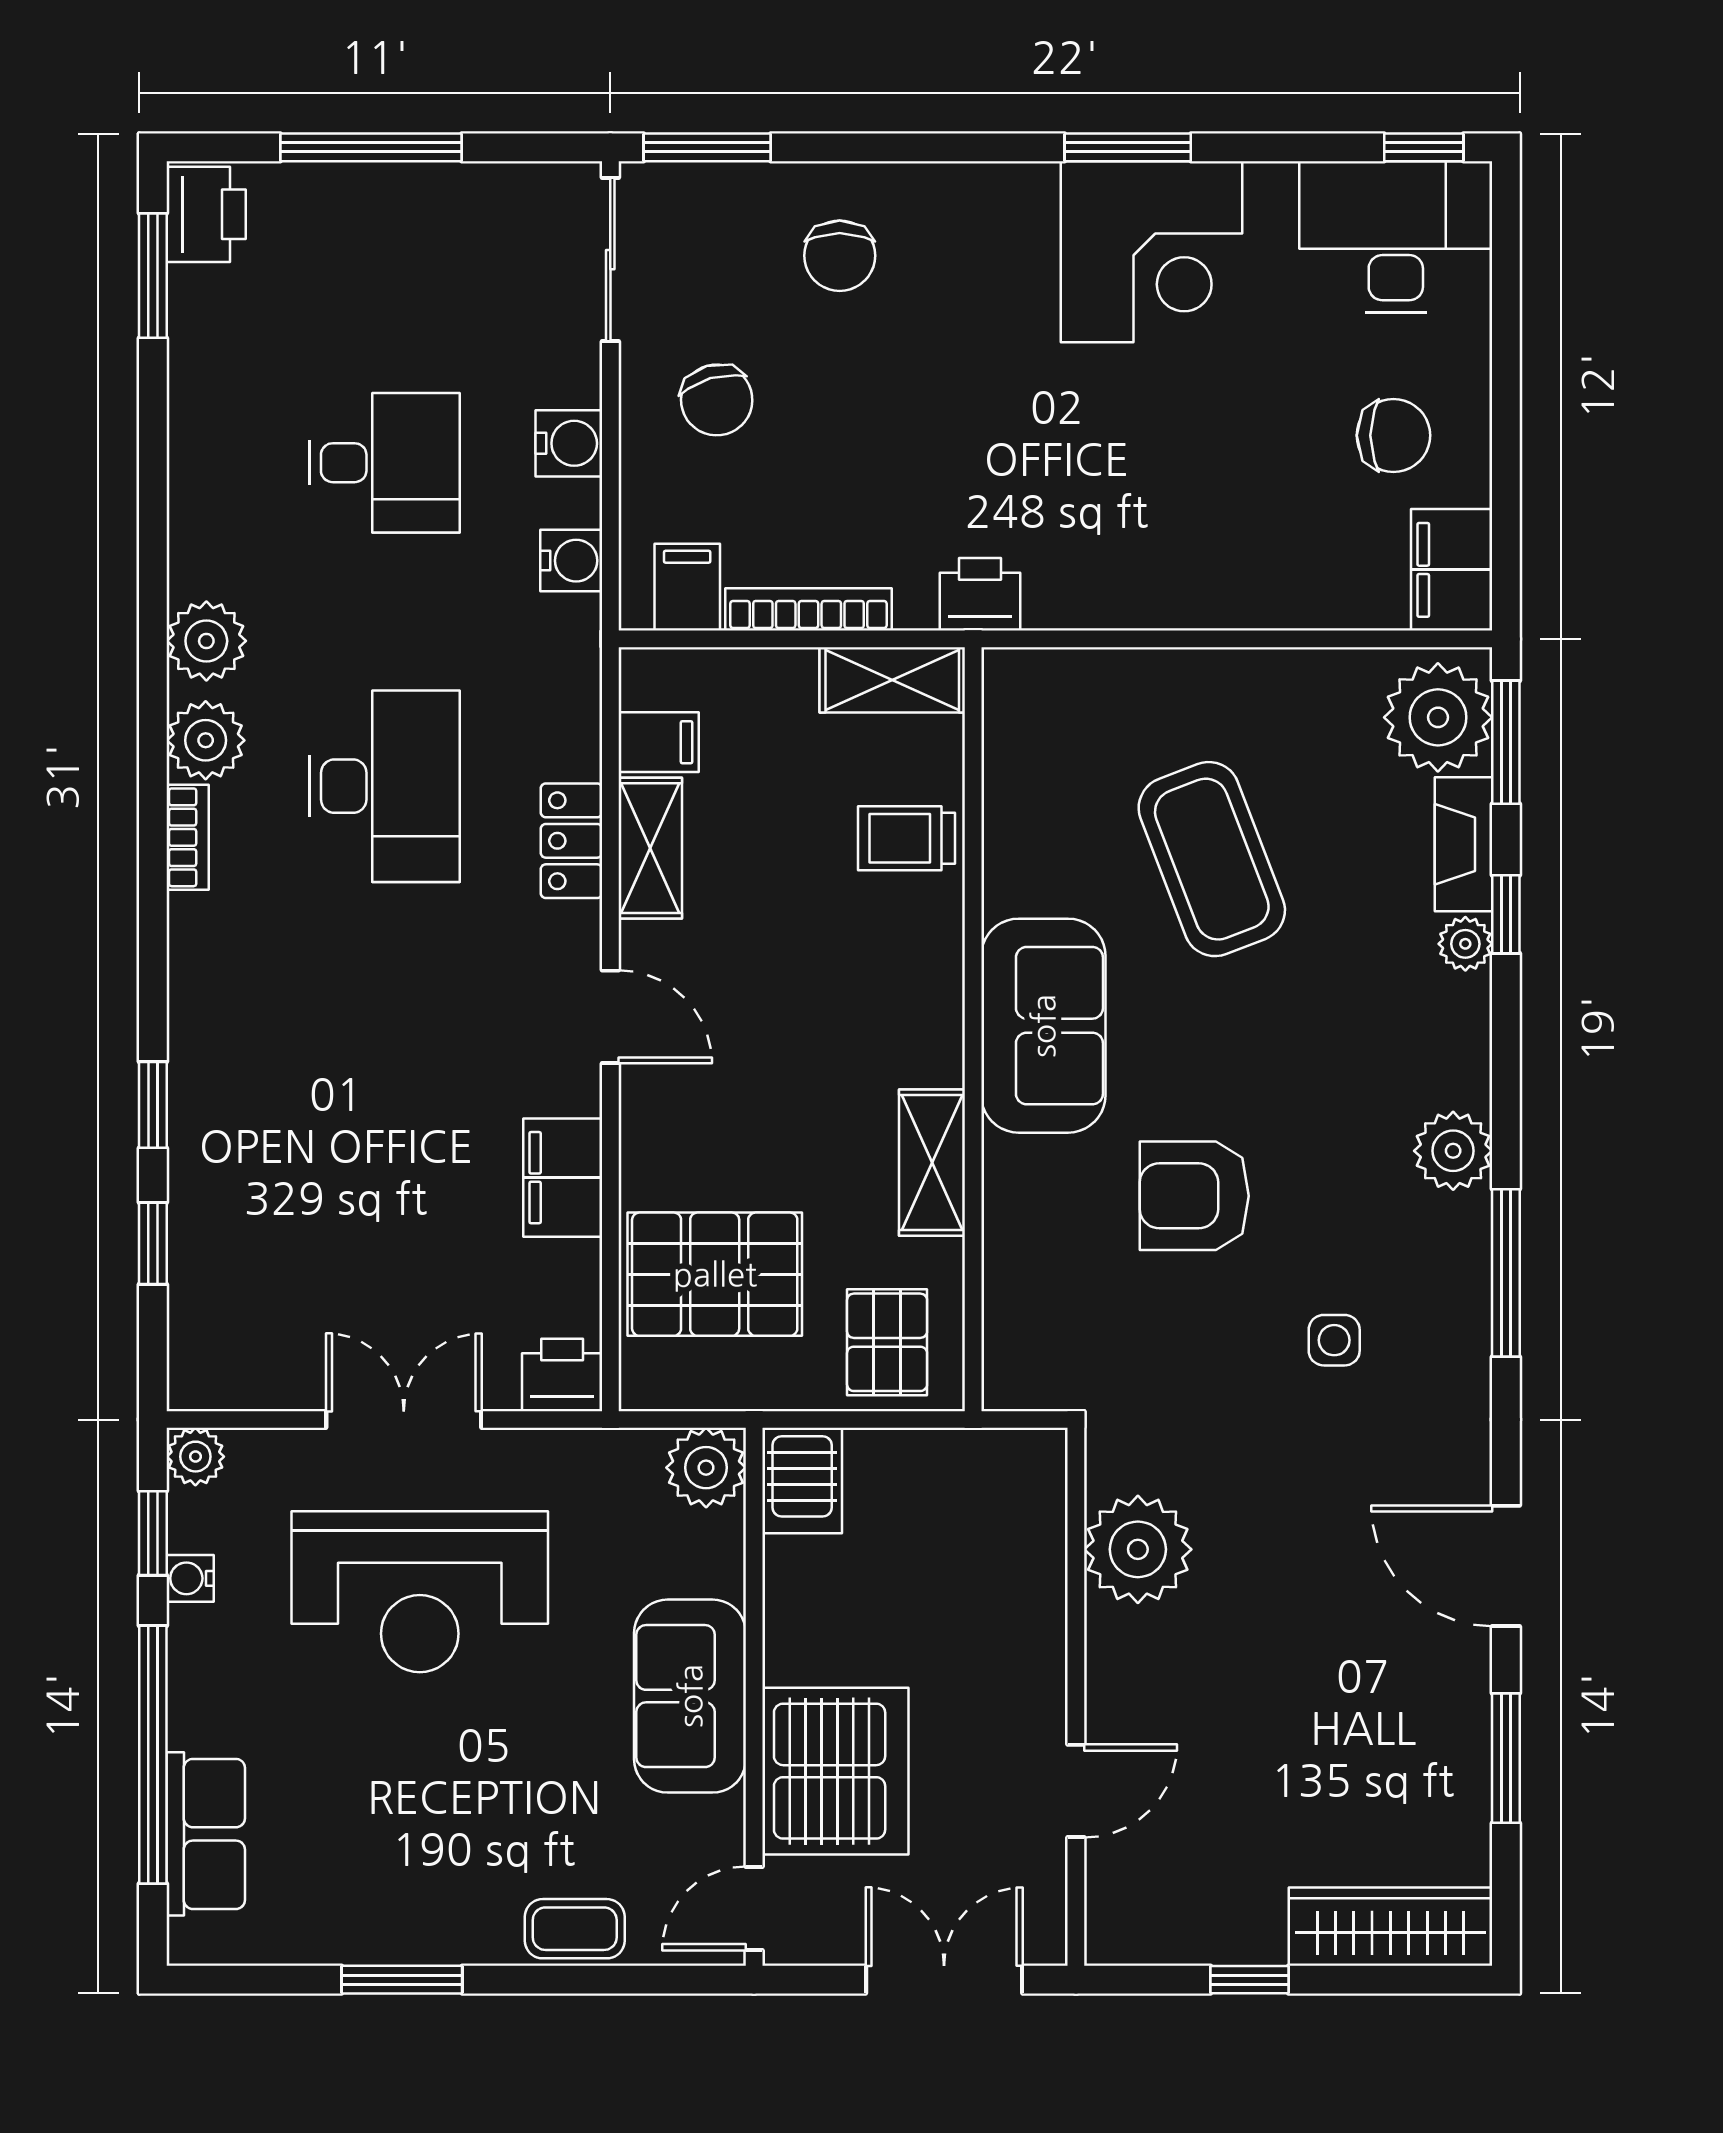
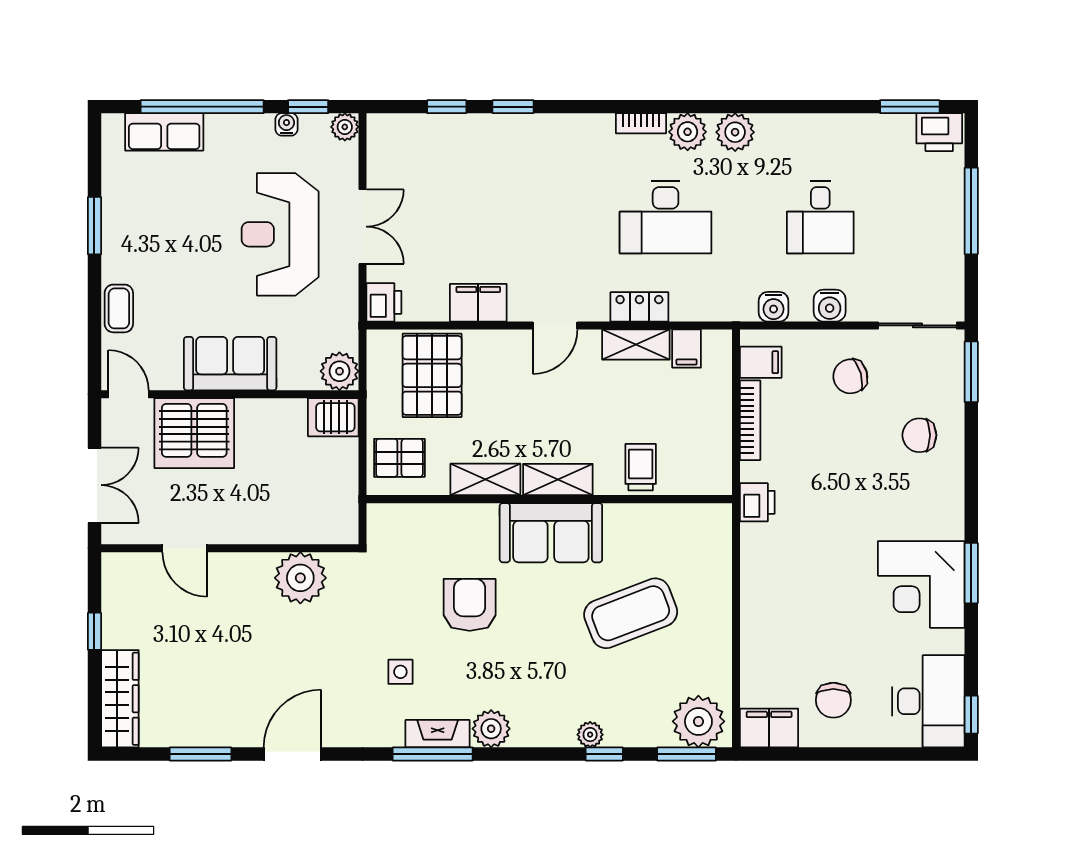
shelving: (892, 680) -> (558, 480), moved, turned 90
fireplace: (1464, 844) -> (438, 734), moved

